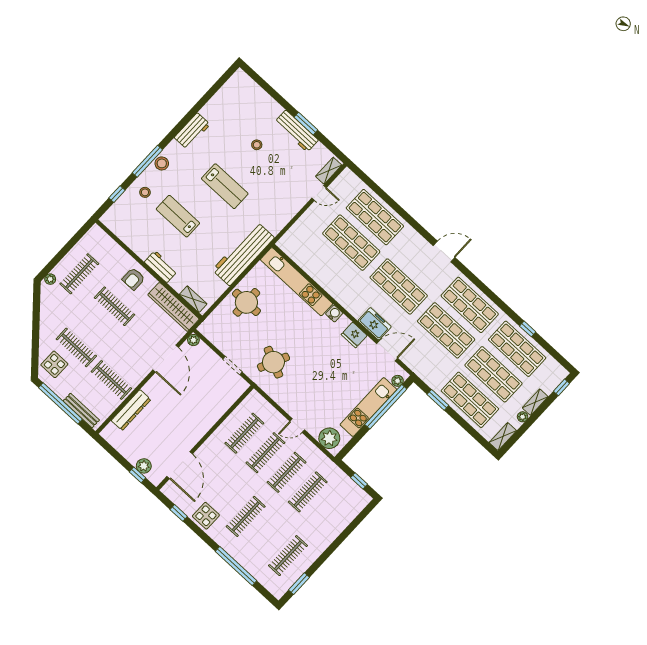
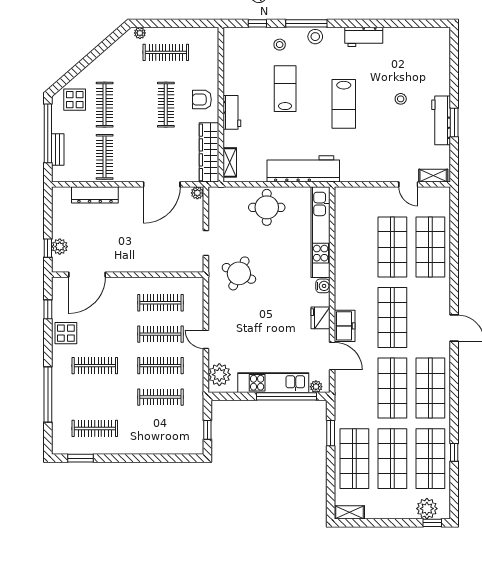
shelving: (535, 402) -> (401, 513), removed
bench: (81, 410) -> (58, 150), width x0.73
plant: (523, 417) -> (427, 509), moved, width x1.88, depth x1.88

